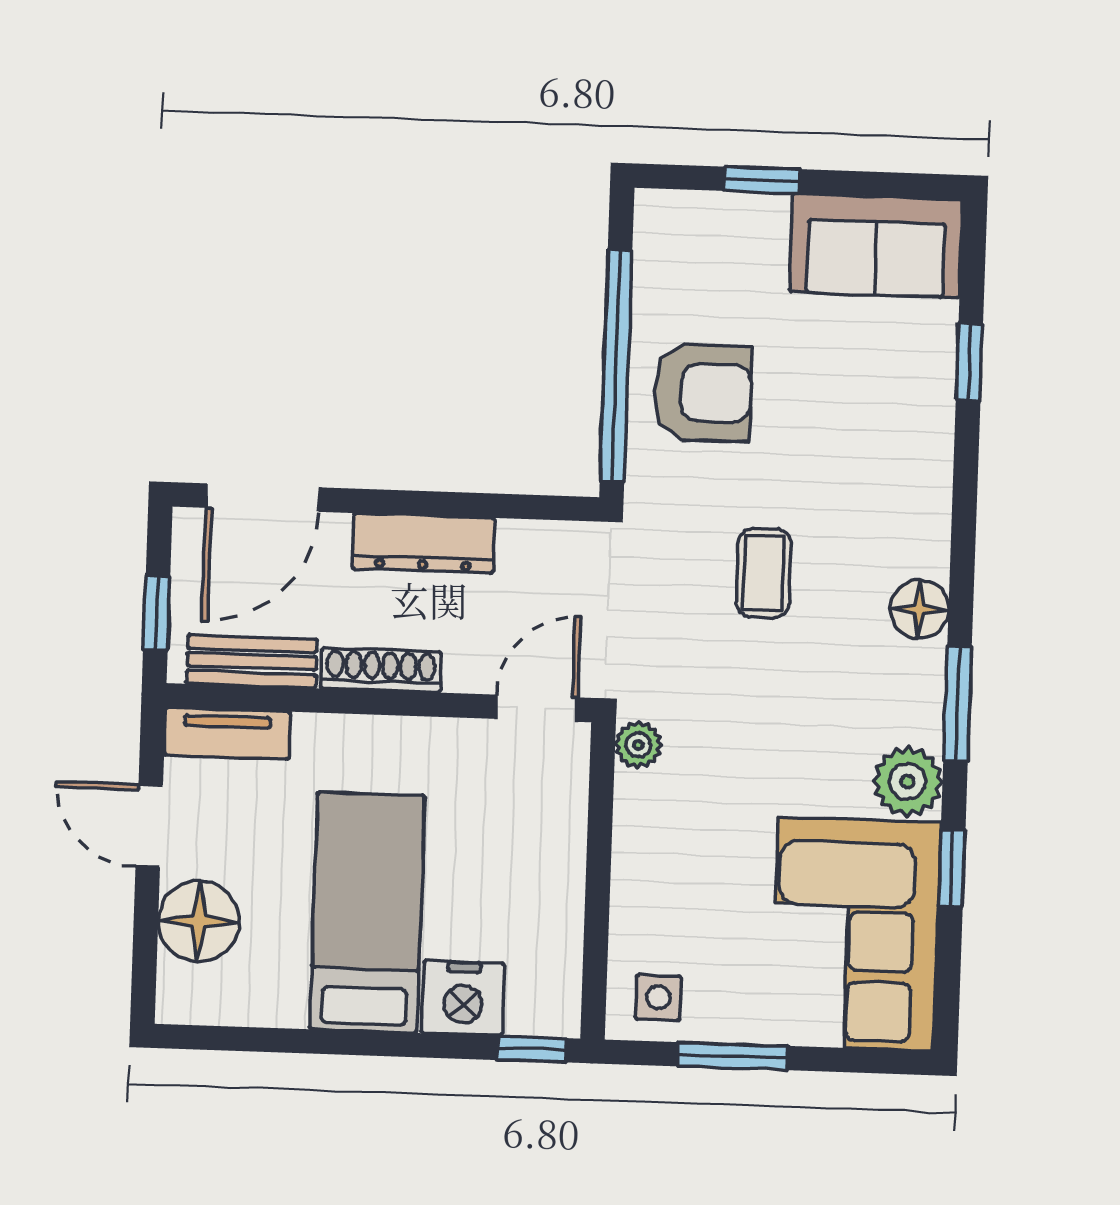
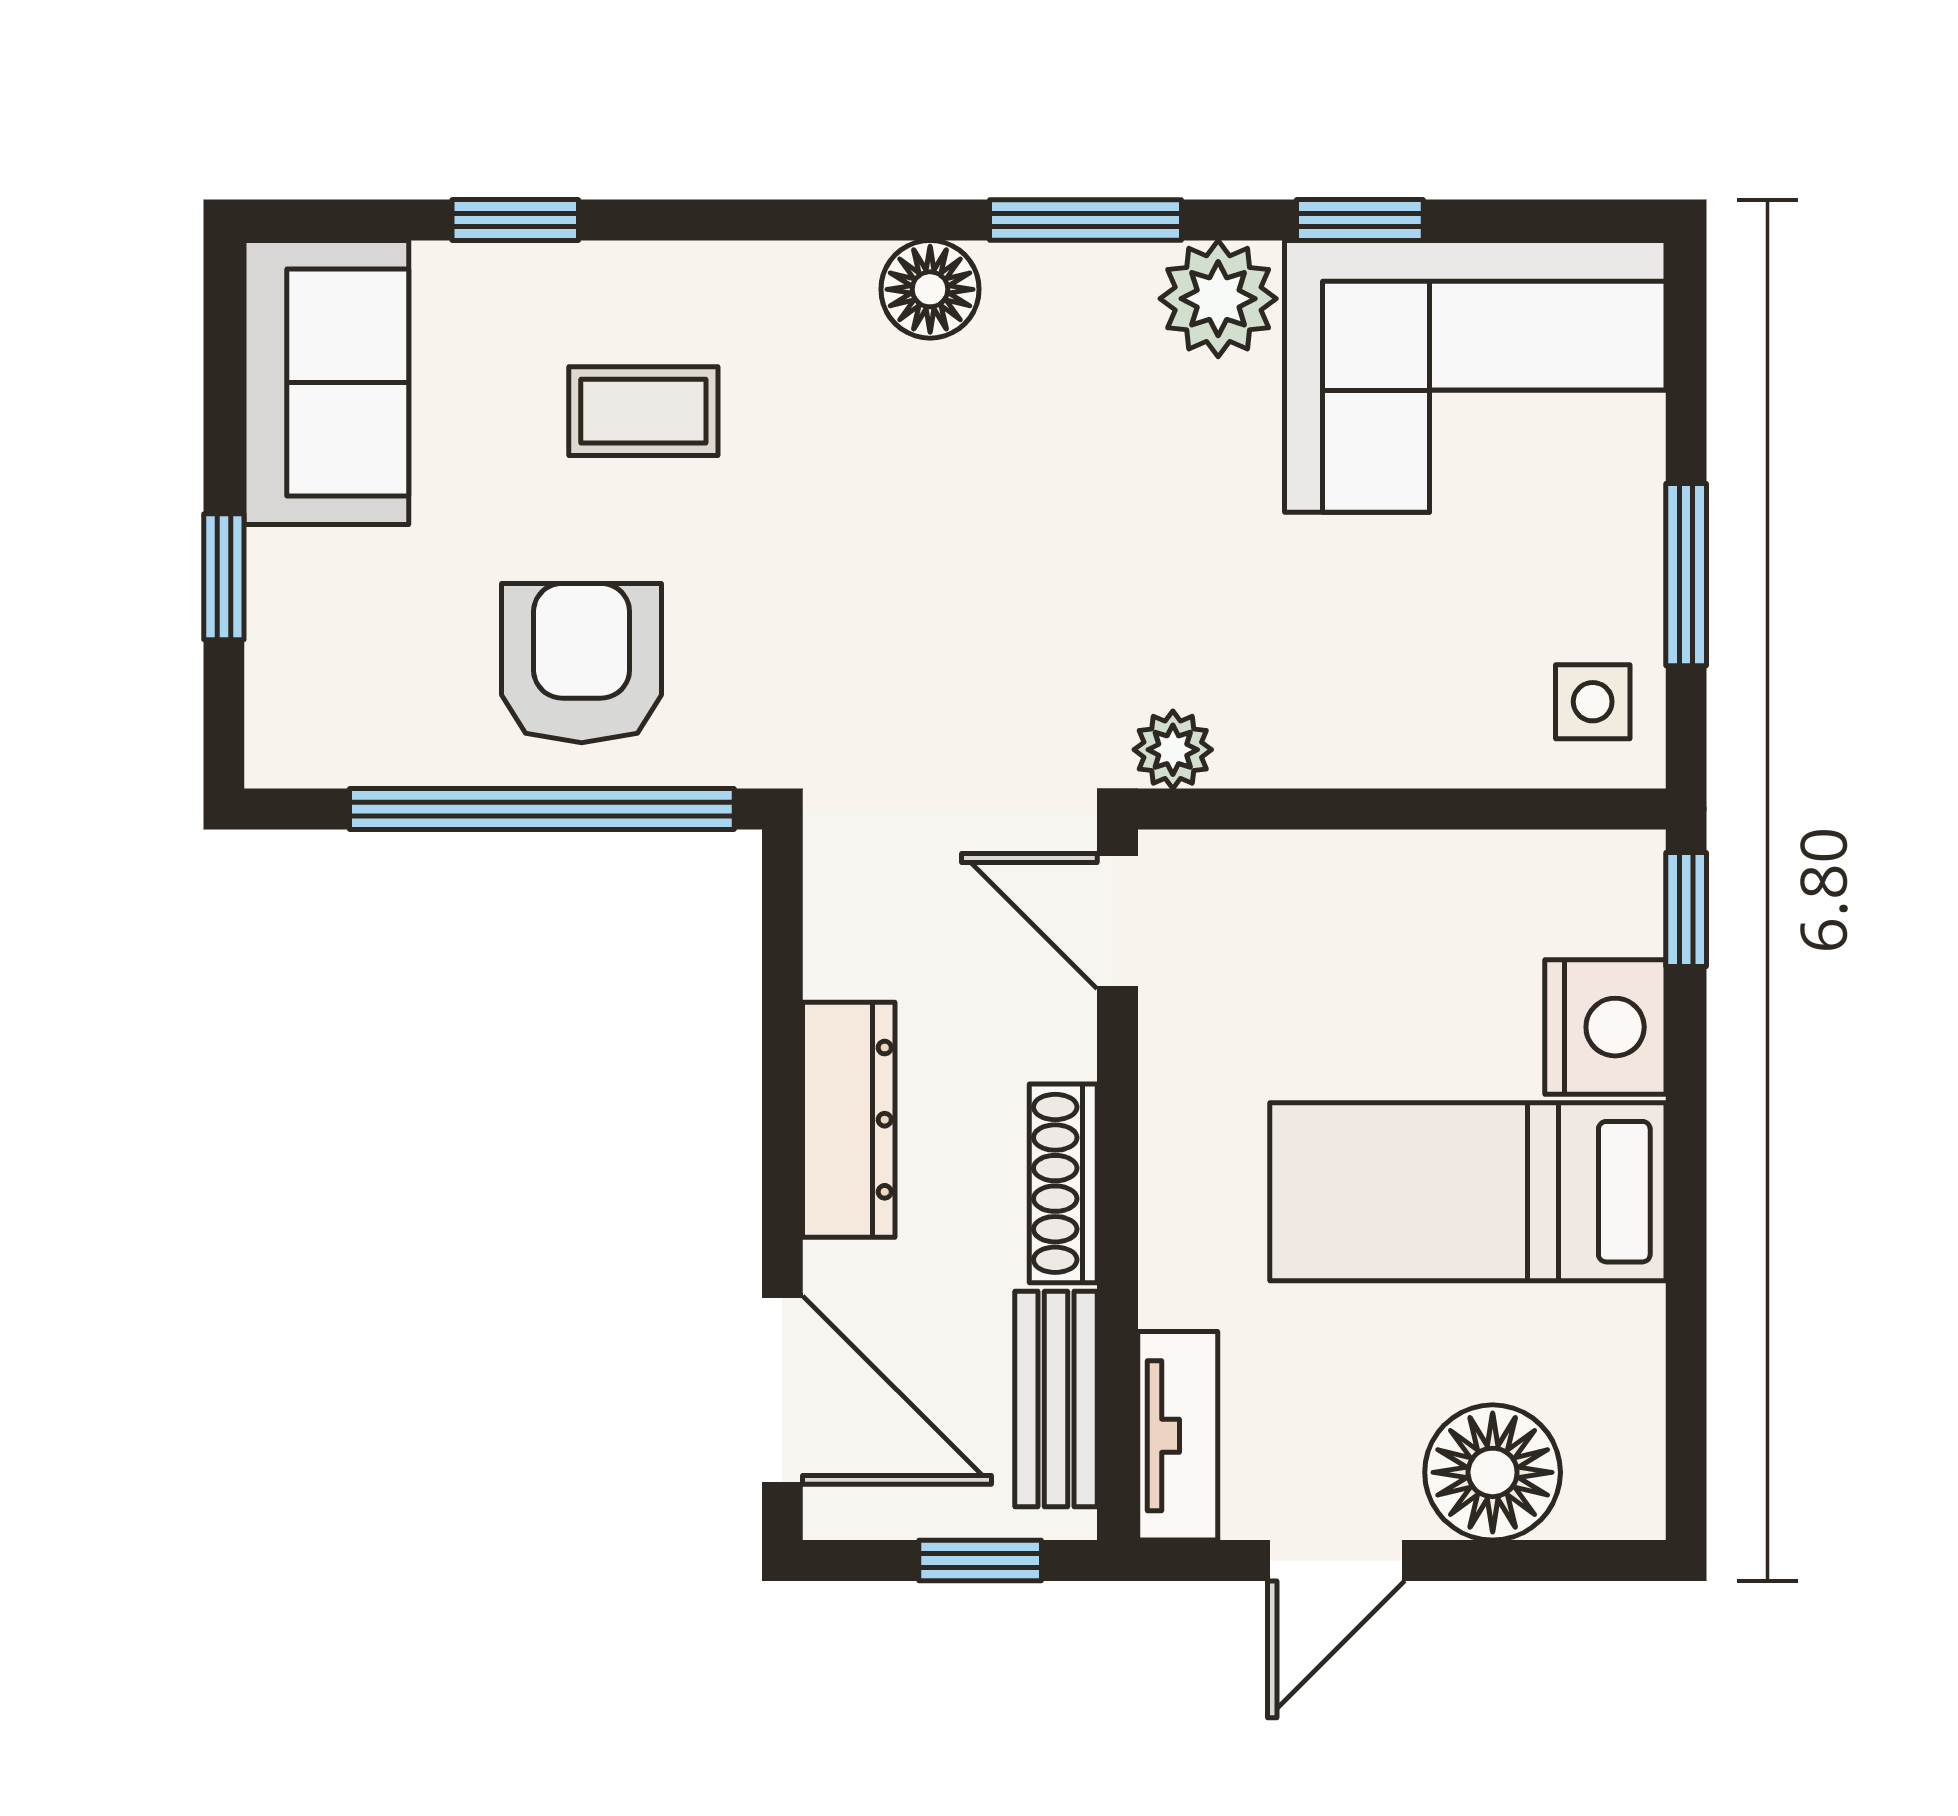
coffee table: (764, 573) -> (643, 411), moved

